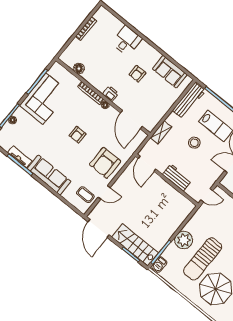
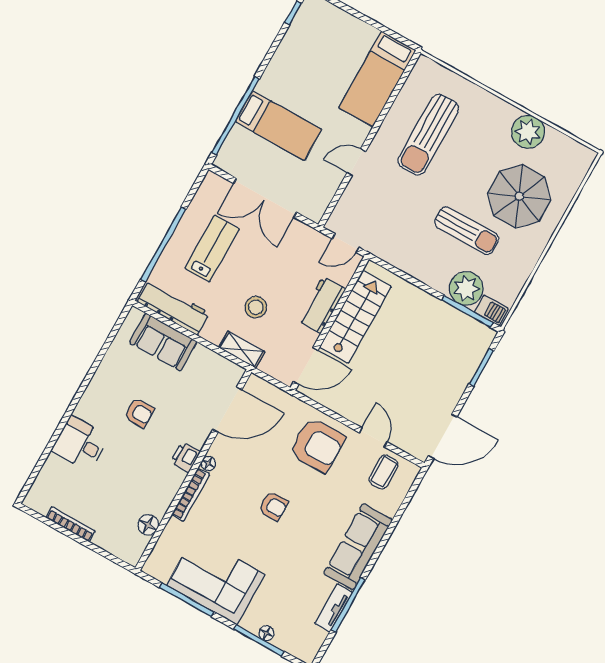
sofa: (170, 72) -> (163, 342), moved, turned 90
stool: (194, 143) -> (256, 307), moved
door: (207, 195) -> (346, 243), swing flipped
plant: (184, 240) -> (466, 288), moved
stairs: (135, 245) -> (355, 317), moved, turned 180
sun lounger: (203, 259) -> (467, 231), width x0.73, depth x0.75

